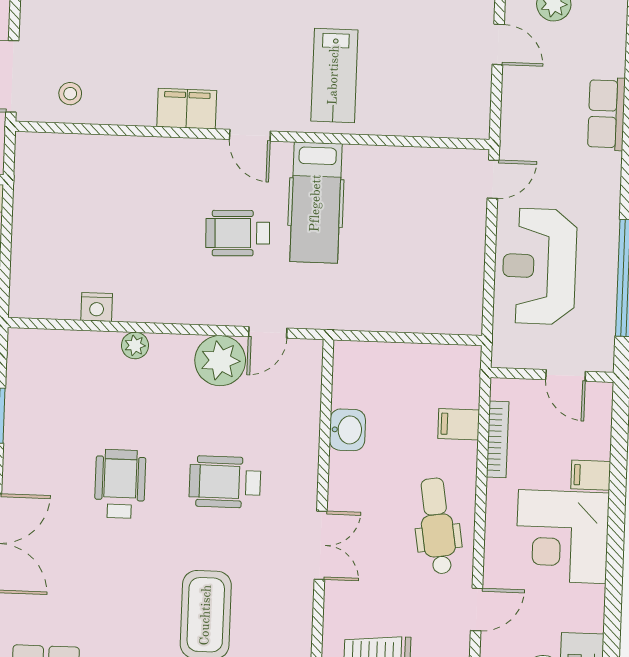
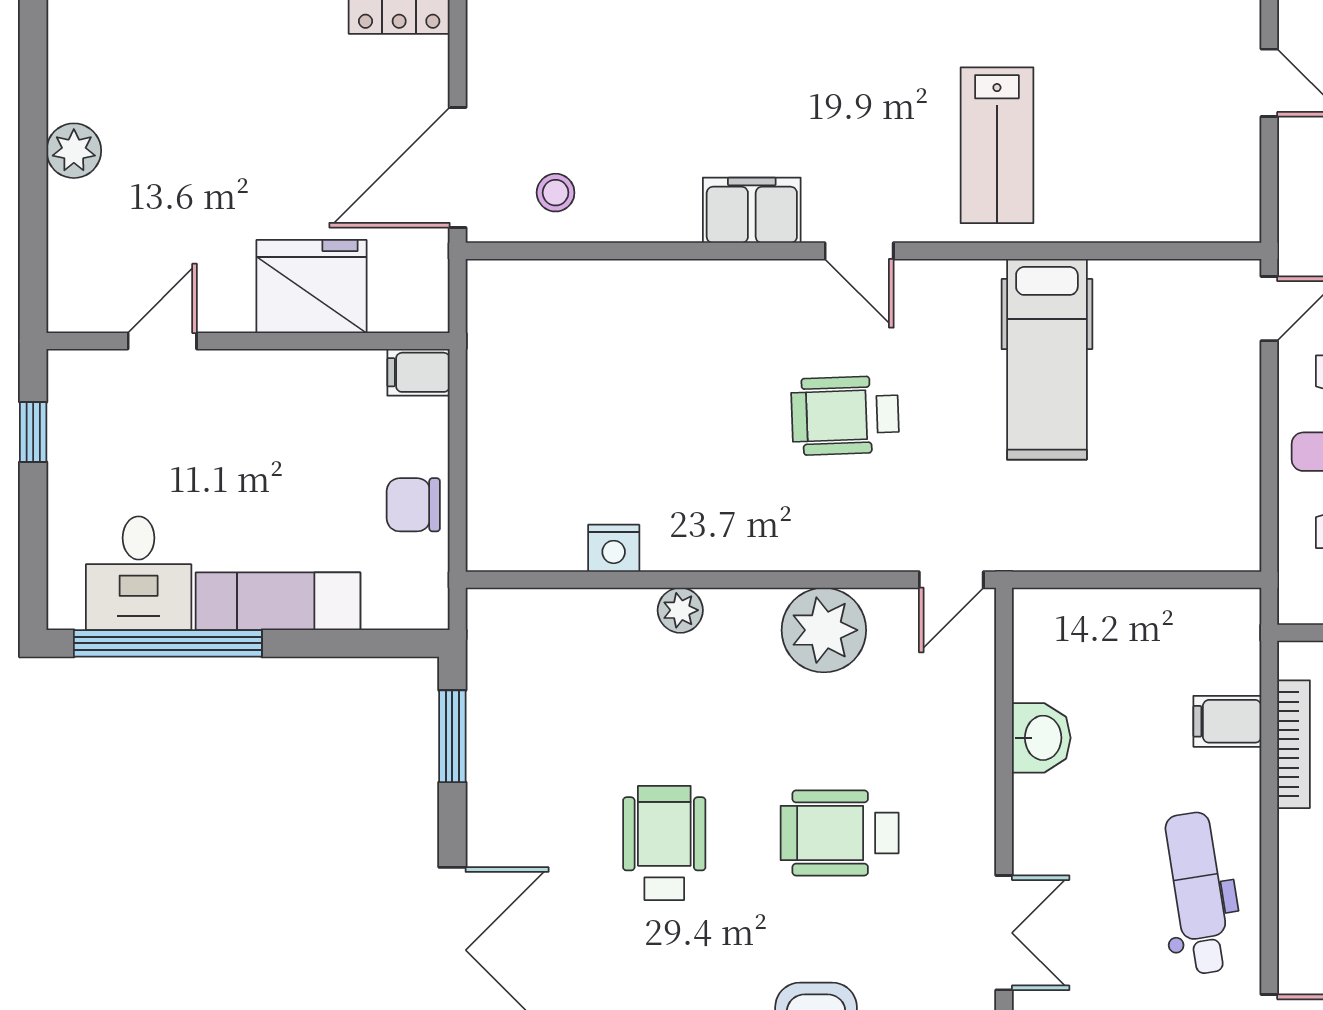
hospital bed: (316, 203) -> (1047, 359), moved
door: (268, 332) -> (951, 580), moved

